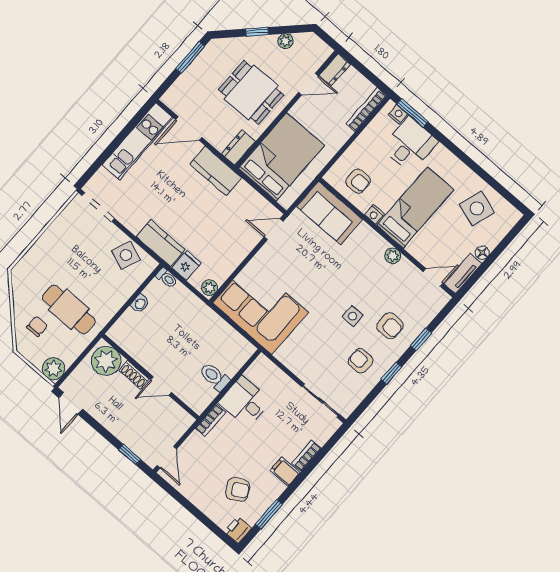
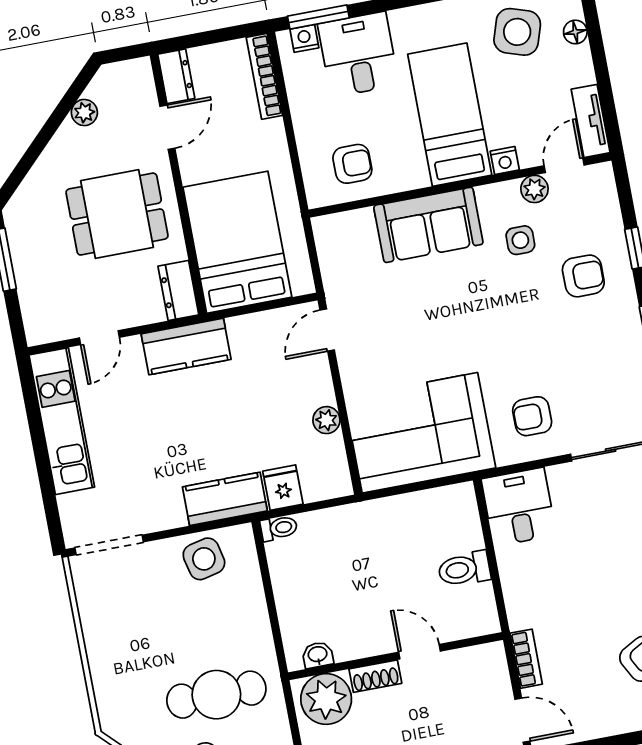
window: (257, 32) -> (41, 141), removed
door: (189, 129) -> (99, 338), width x0.73
sofa: (330, 213) -> (428, 225), moved
nightstand: (374, 214) -> (505, 161), moved
floor lamp: (482, 253) -> (575, 32), moved
side table: (126, 255) -> (204, 559), turned -34
plant: (393, 256) -> (534, 189), moved
plant: (210, 288) -> (326, 420), moved
washbasin: (140, 304) -> (318, 655), moved, turned -90
side table: (353, 316) -> (520, 240), moved
armchair: (361, 361) -> (532, 416), moved
door: (161, 386) -> (419, 652), swing flipped
desk: (245, 402) -> (519, 507), moved, turned 90
bookcase: (211, 420) -> (526, 659), moved

